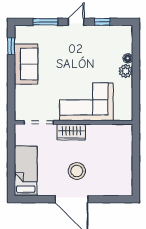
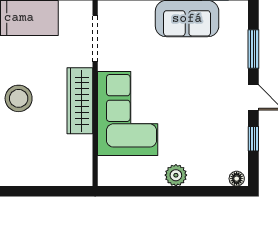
floor lamp: (128, 58) -> (237, 179), moved
wardrobe: (71, 132) -> (80, 101), width x1.50

